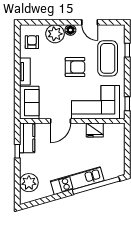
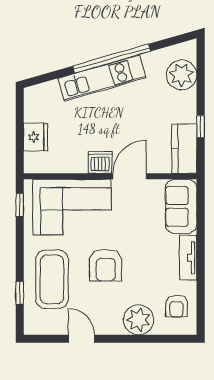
floor lamp: (70, 30) -> (113, 326), removed
armchair: (75, 67) -> (106, 265), turned -90
dishwasher: (78, 129) -> (100, 162), added
fridge: (95, 130) -> (35, 137), moved, turned 90
window: (96, 185) -> (112, 59), moved

